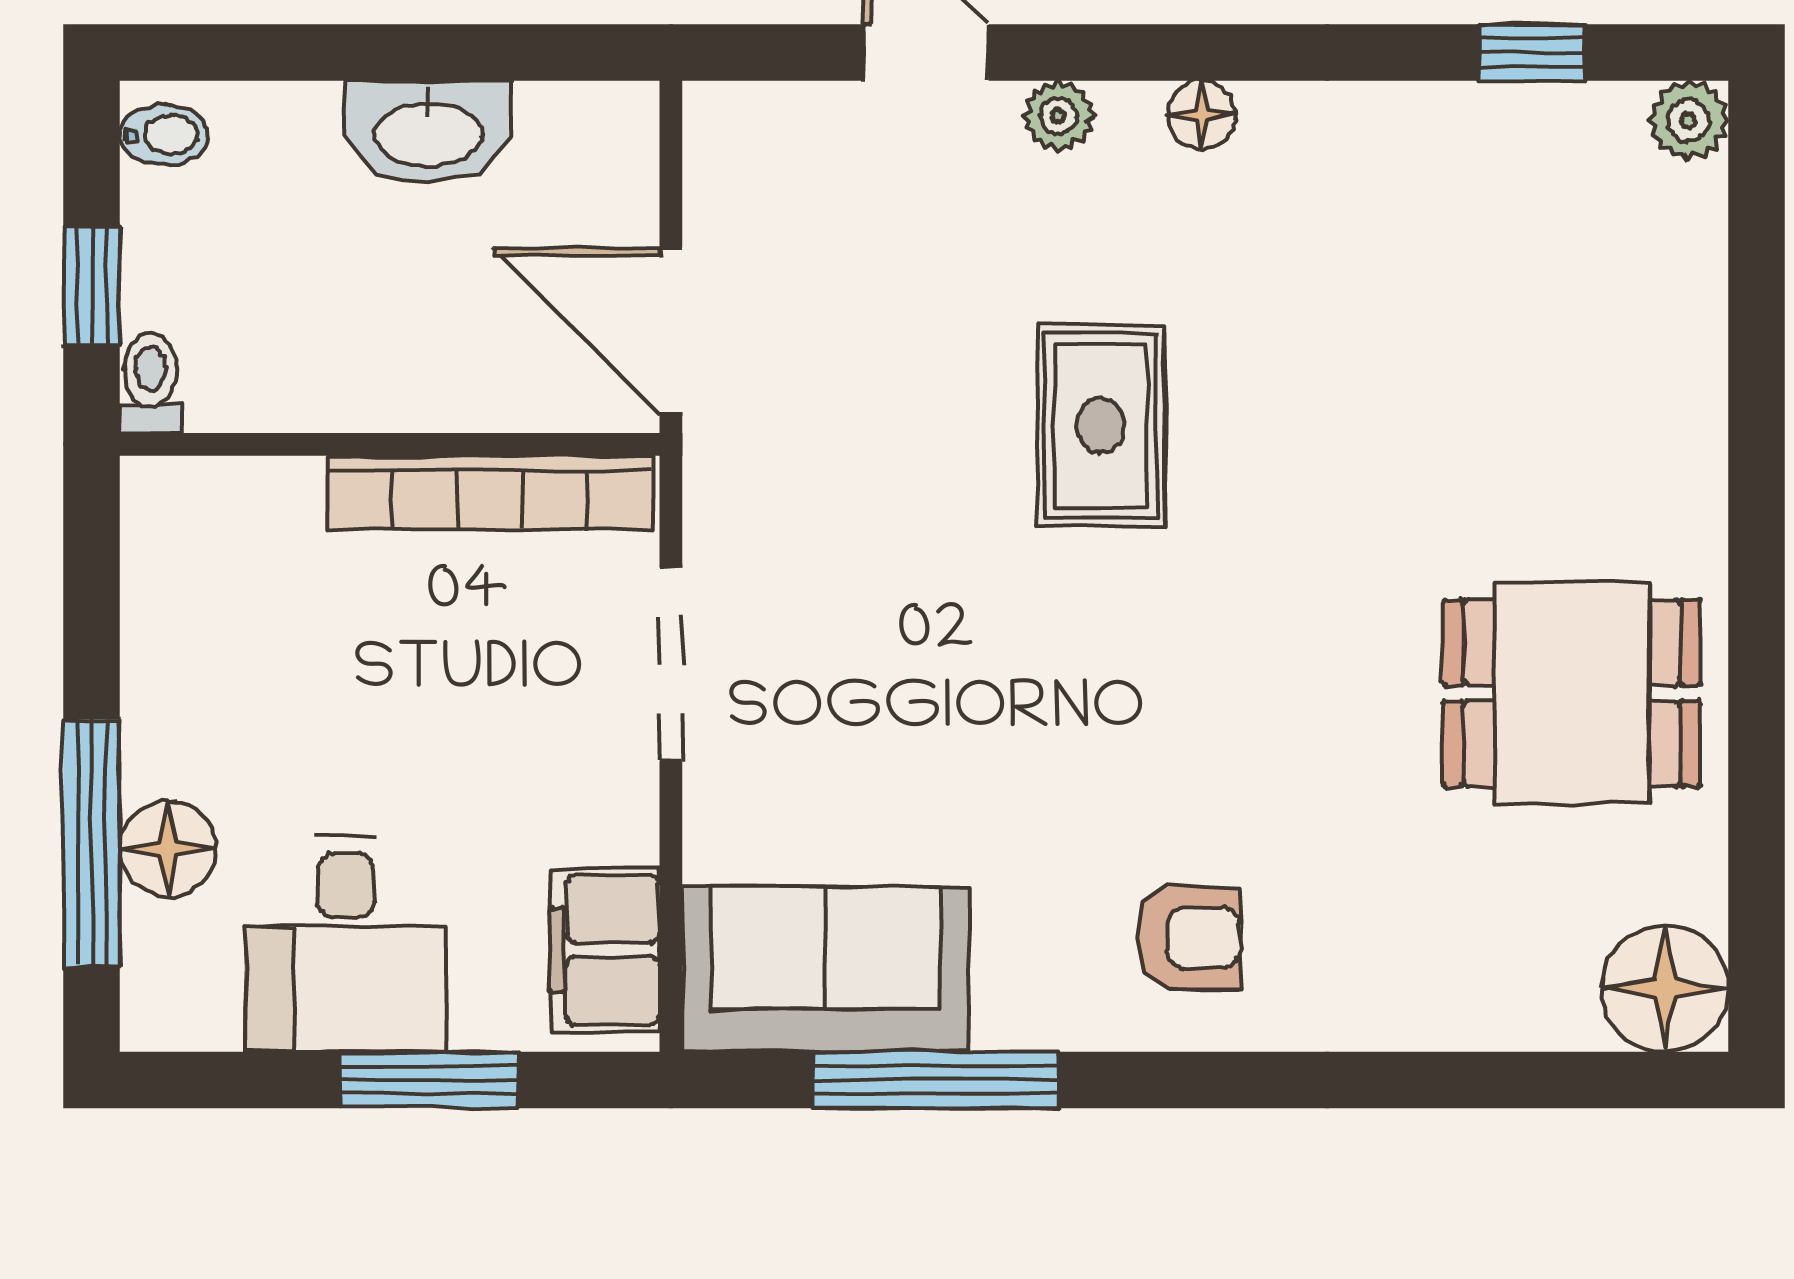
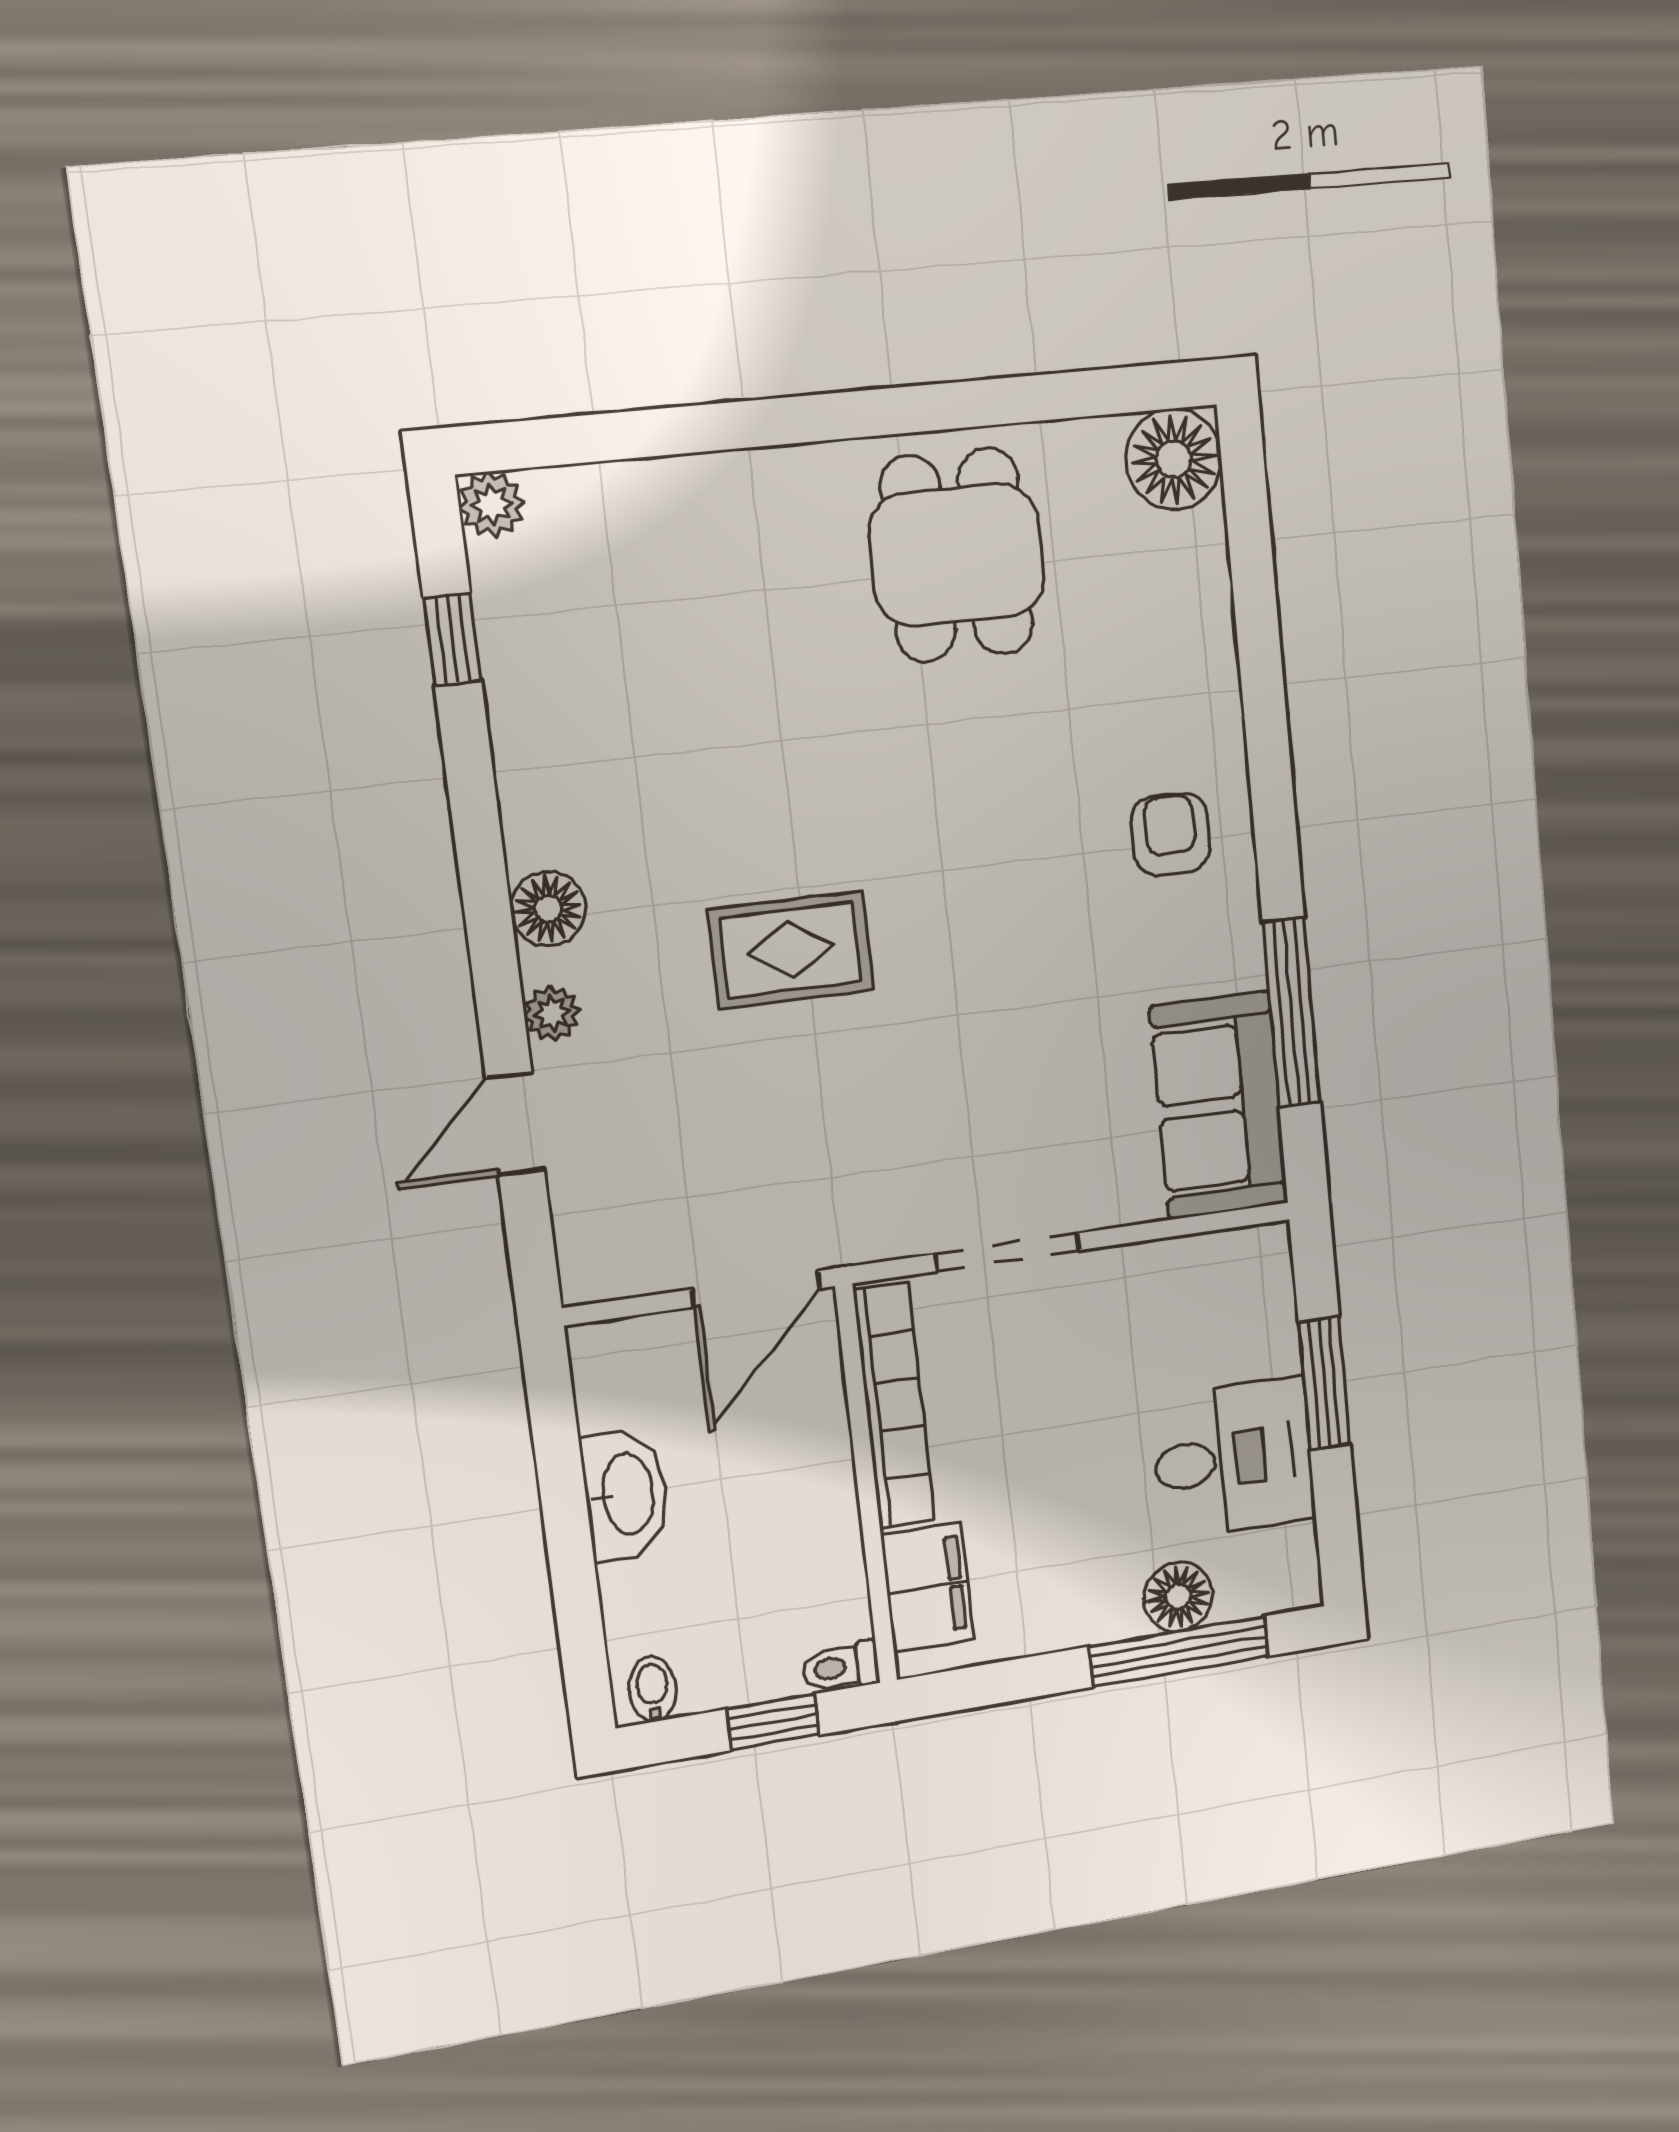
floor lamp: (1202, 115) -> (548, 909), width x1.37, depth x1.37
filing cabinet: (605, 950) -> (927, 1587), moved, turned -90

